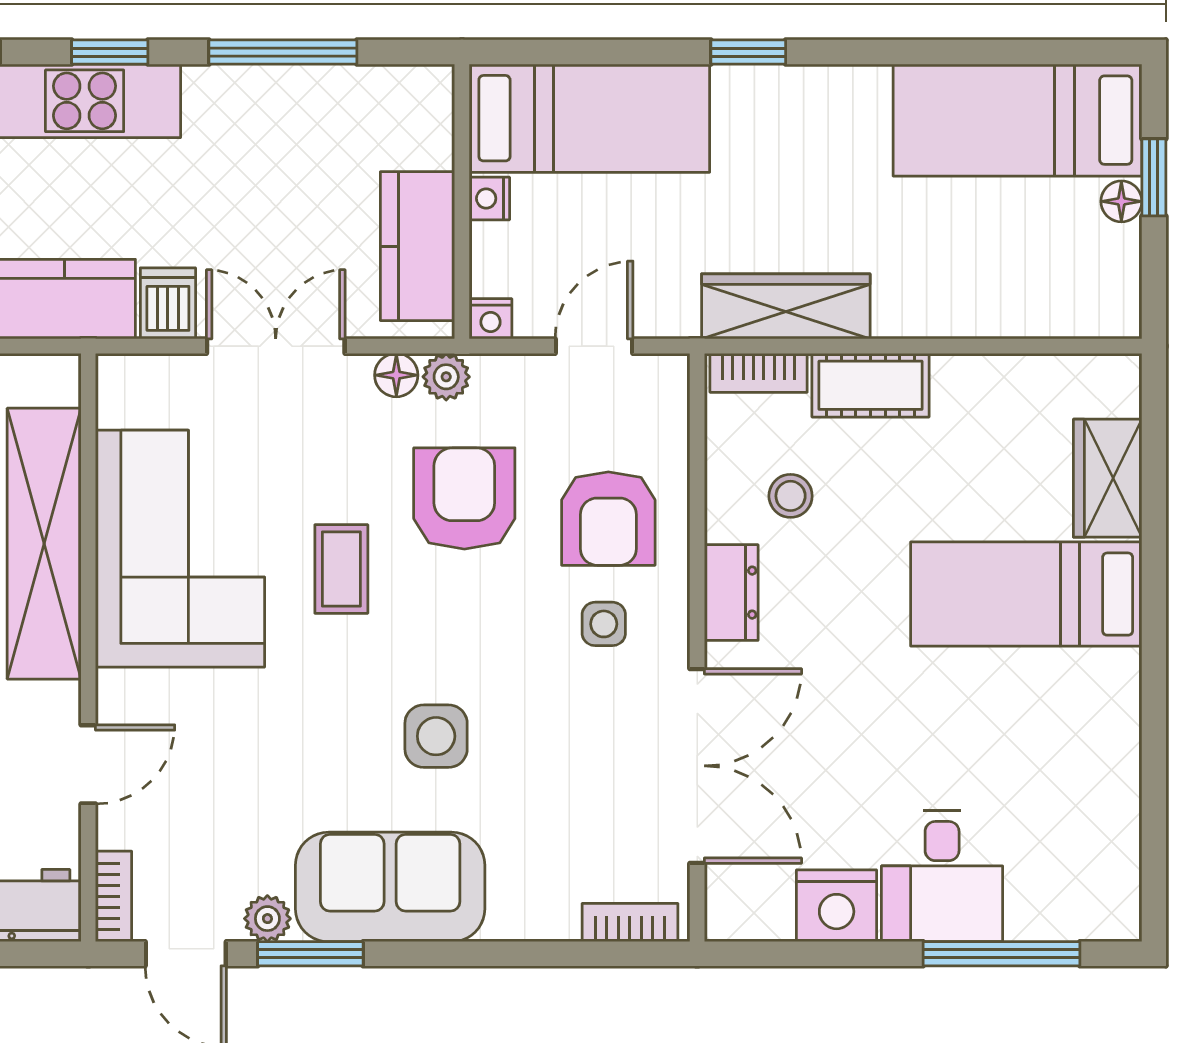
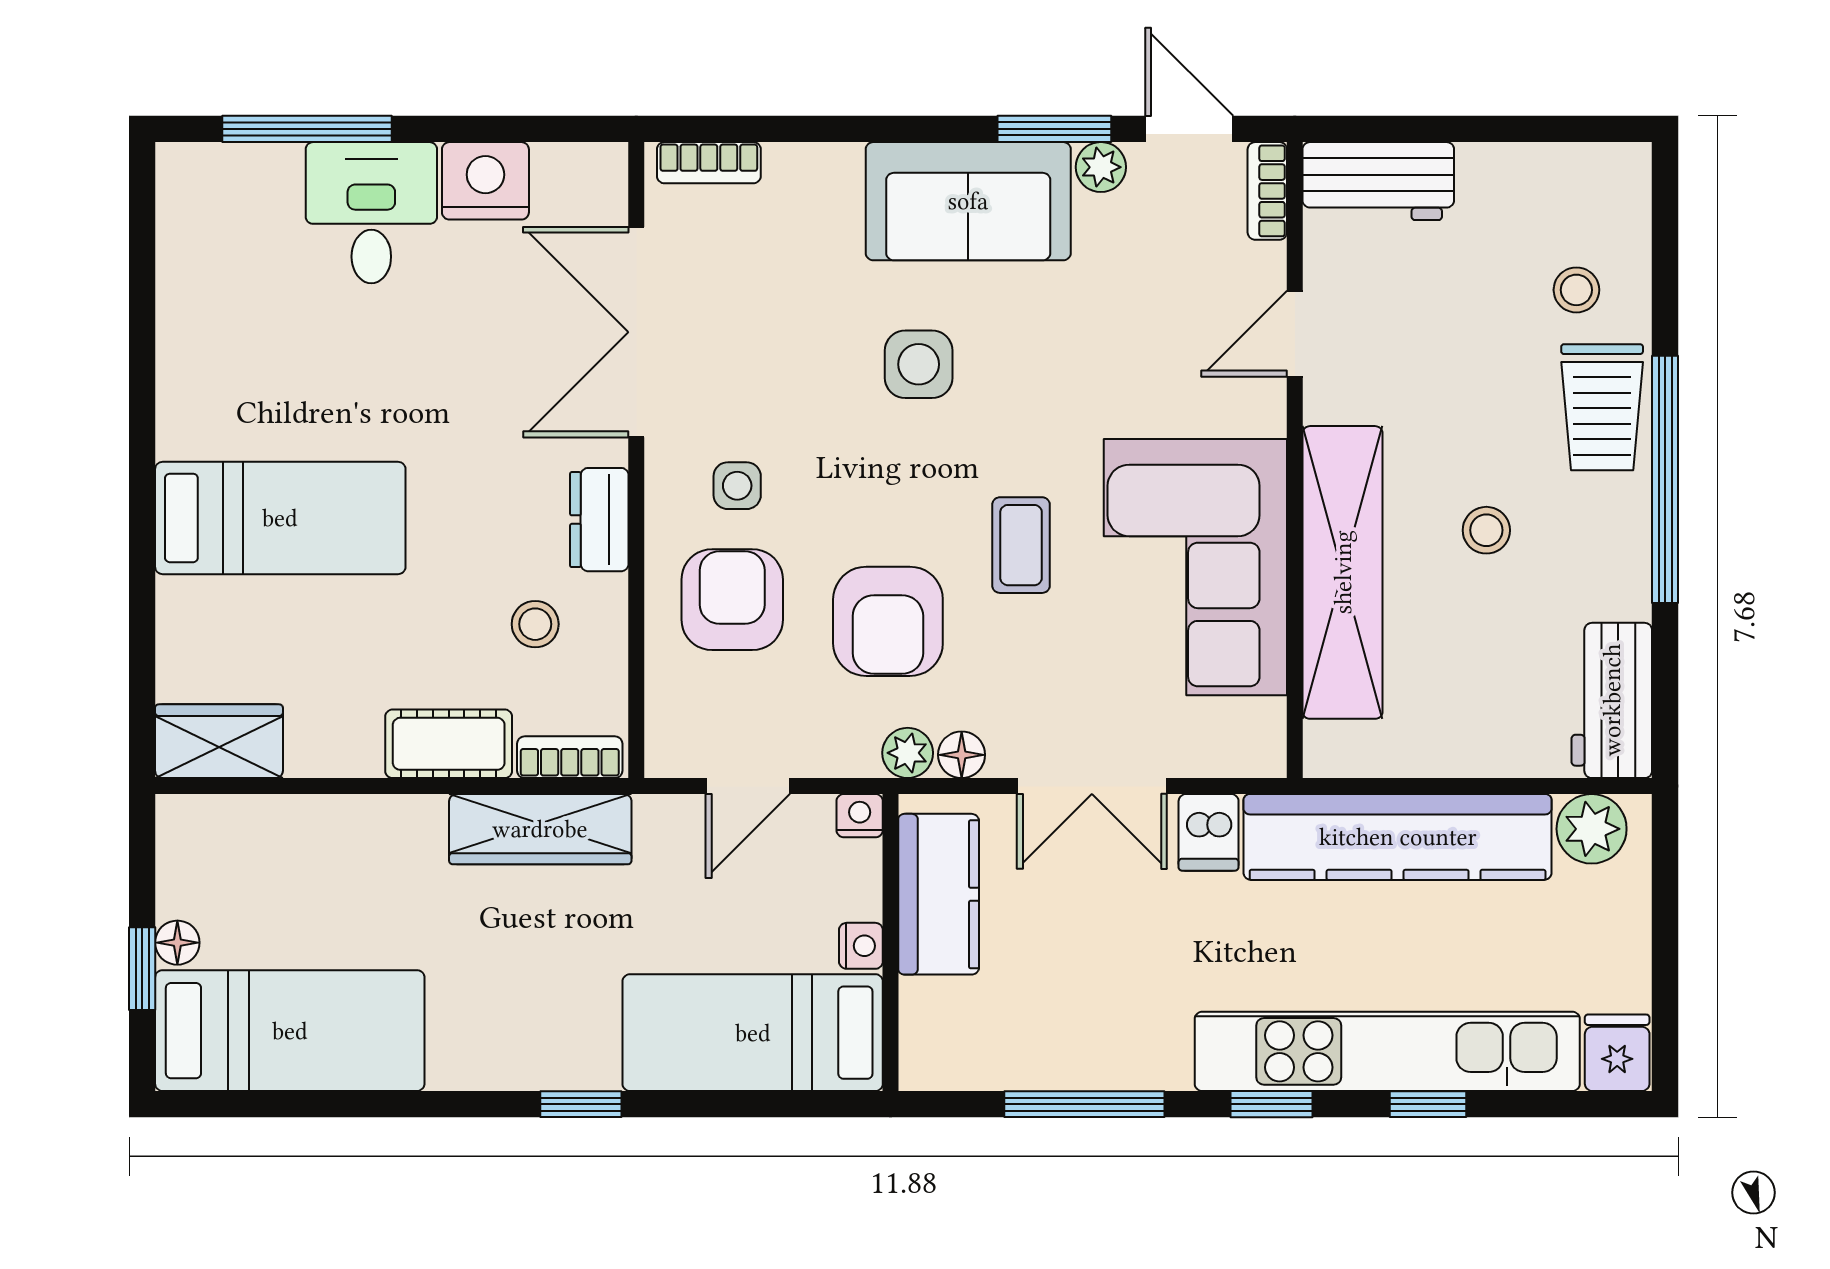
wardrobe: (1108, 478) -> (219, 741), moved, turned -90

